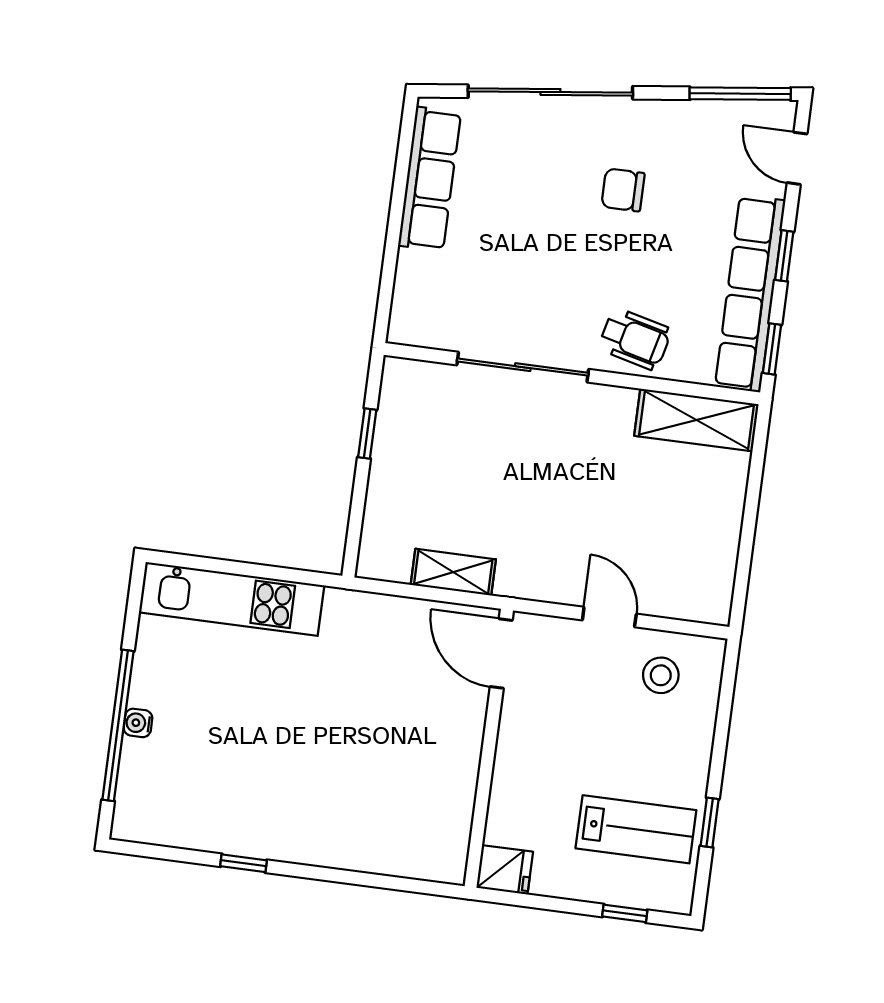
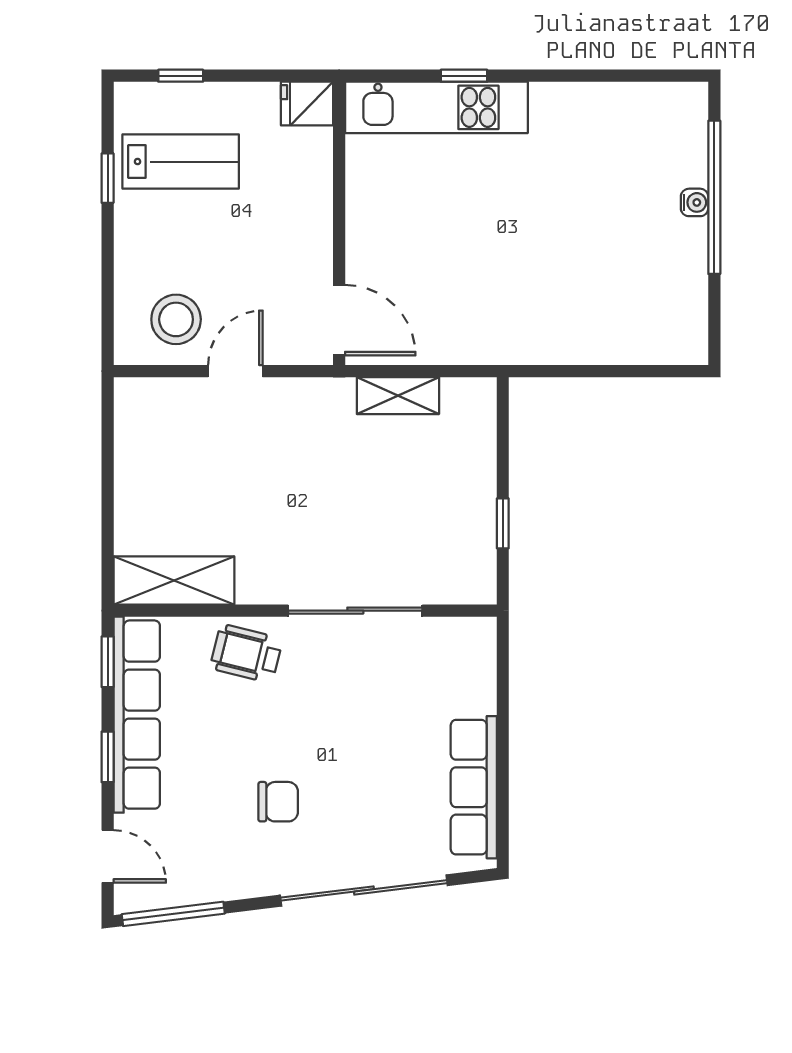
kitchen unit: (232, 599) -> (436, 107), moved, turned 180
door: (609, 617) -> (235, 371), swing flipped
stool: (661, 675) -> (176, 319), width x1.38, depth x1.38
lab bench: (636, 829) -> (181, 162), turned 180
window: (244, 863) -> (464, 76), moved

